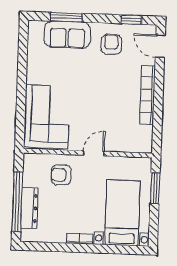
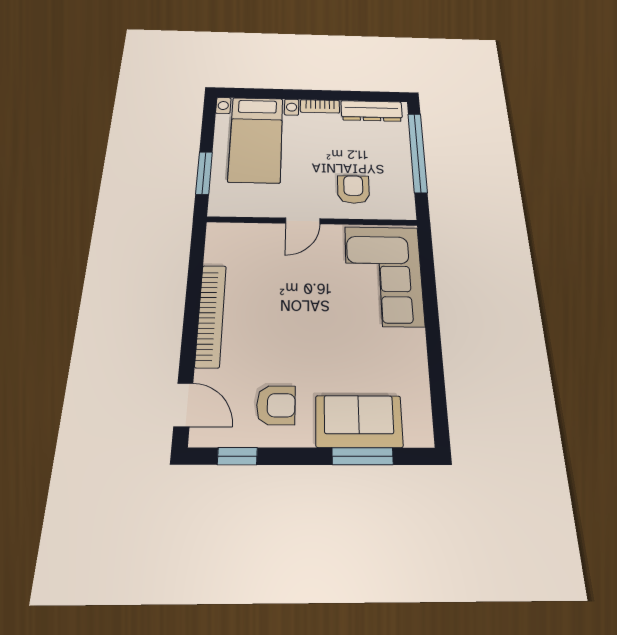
armchair: (111, 44) -> (276, 405), turned -90
armchair: (61, 175) -> (353, 189), turned -90
dresser: (29, 208) -> (372, 111), moved, turned -90

